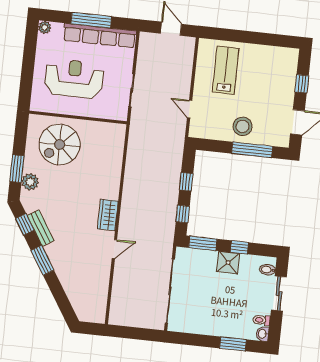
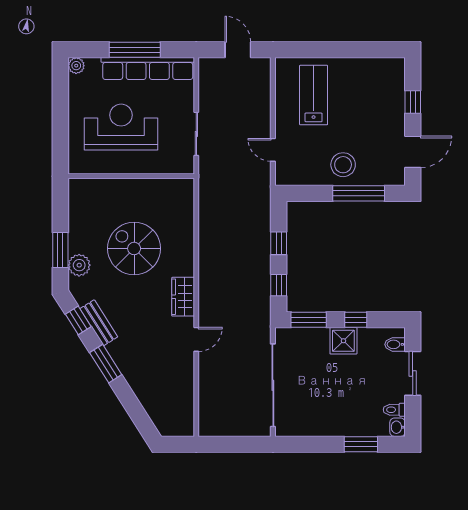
spiral stairs: (60, 144) -> (134, 248), moved, turned 90

